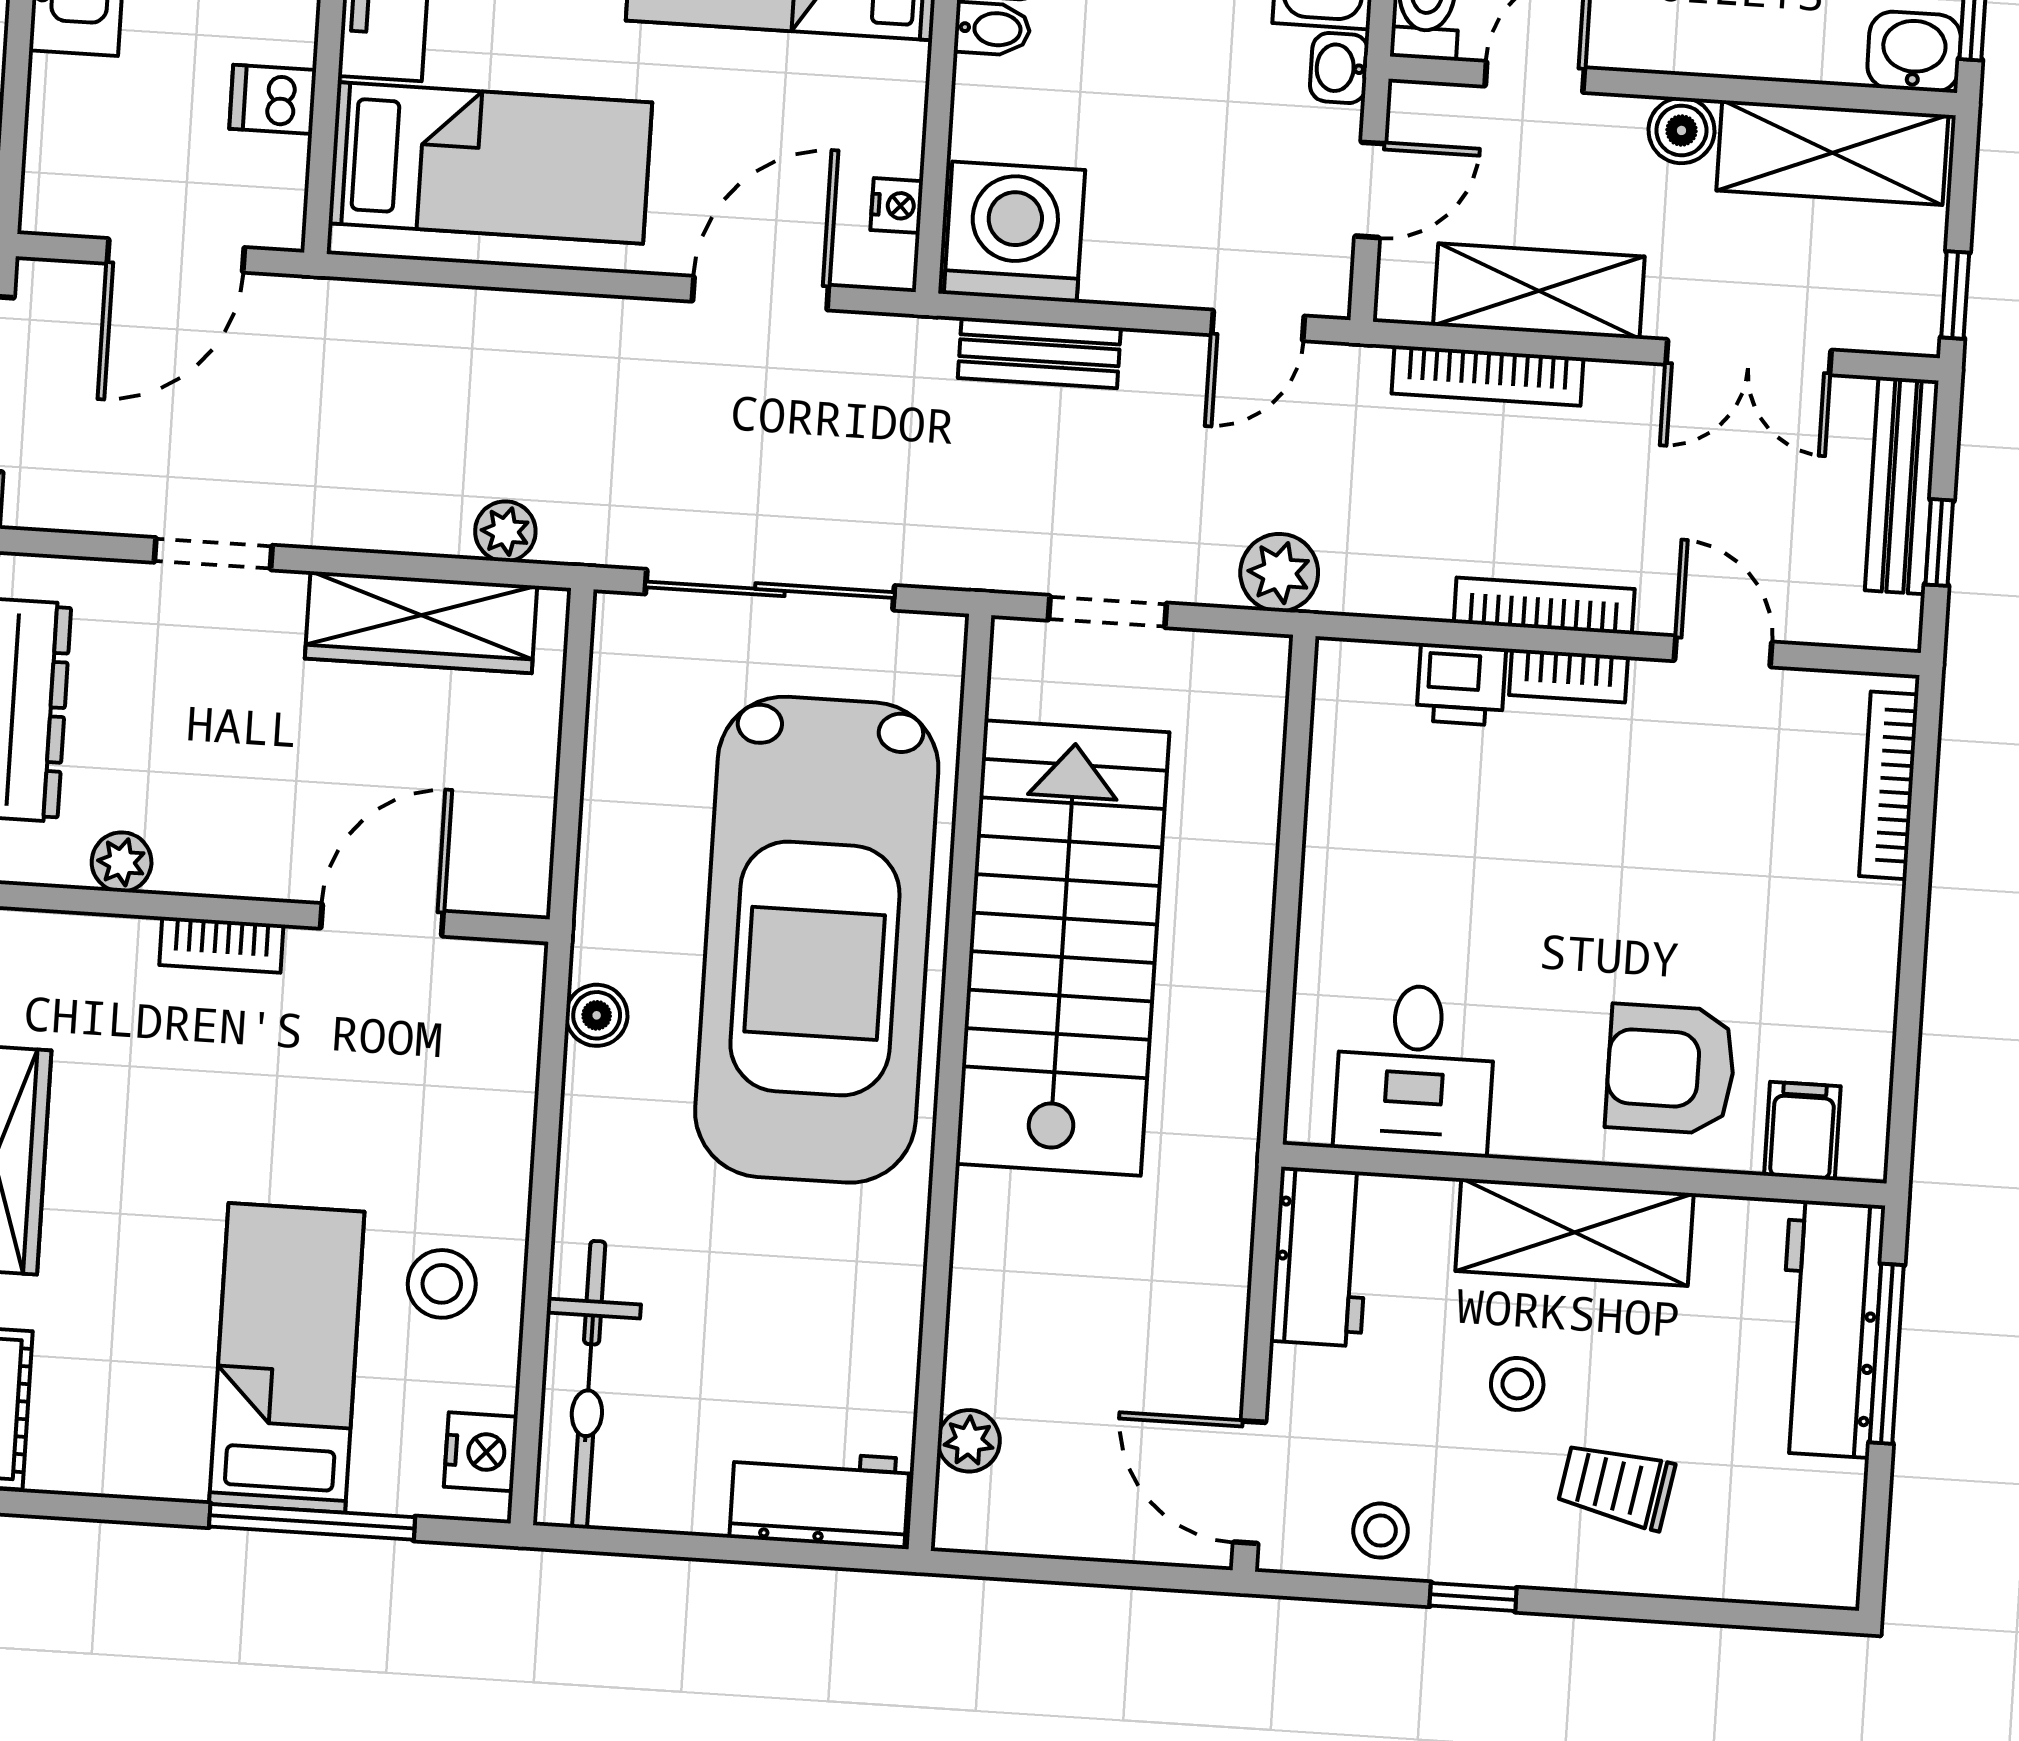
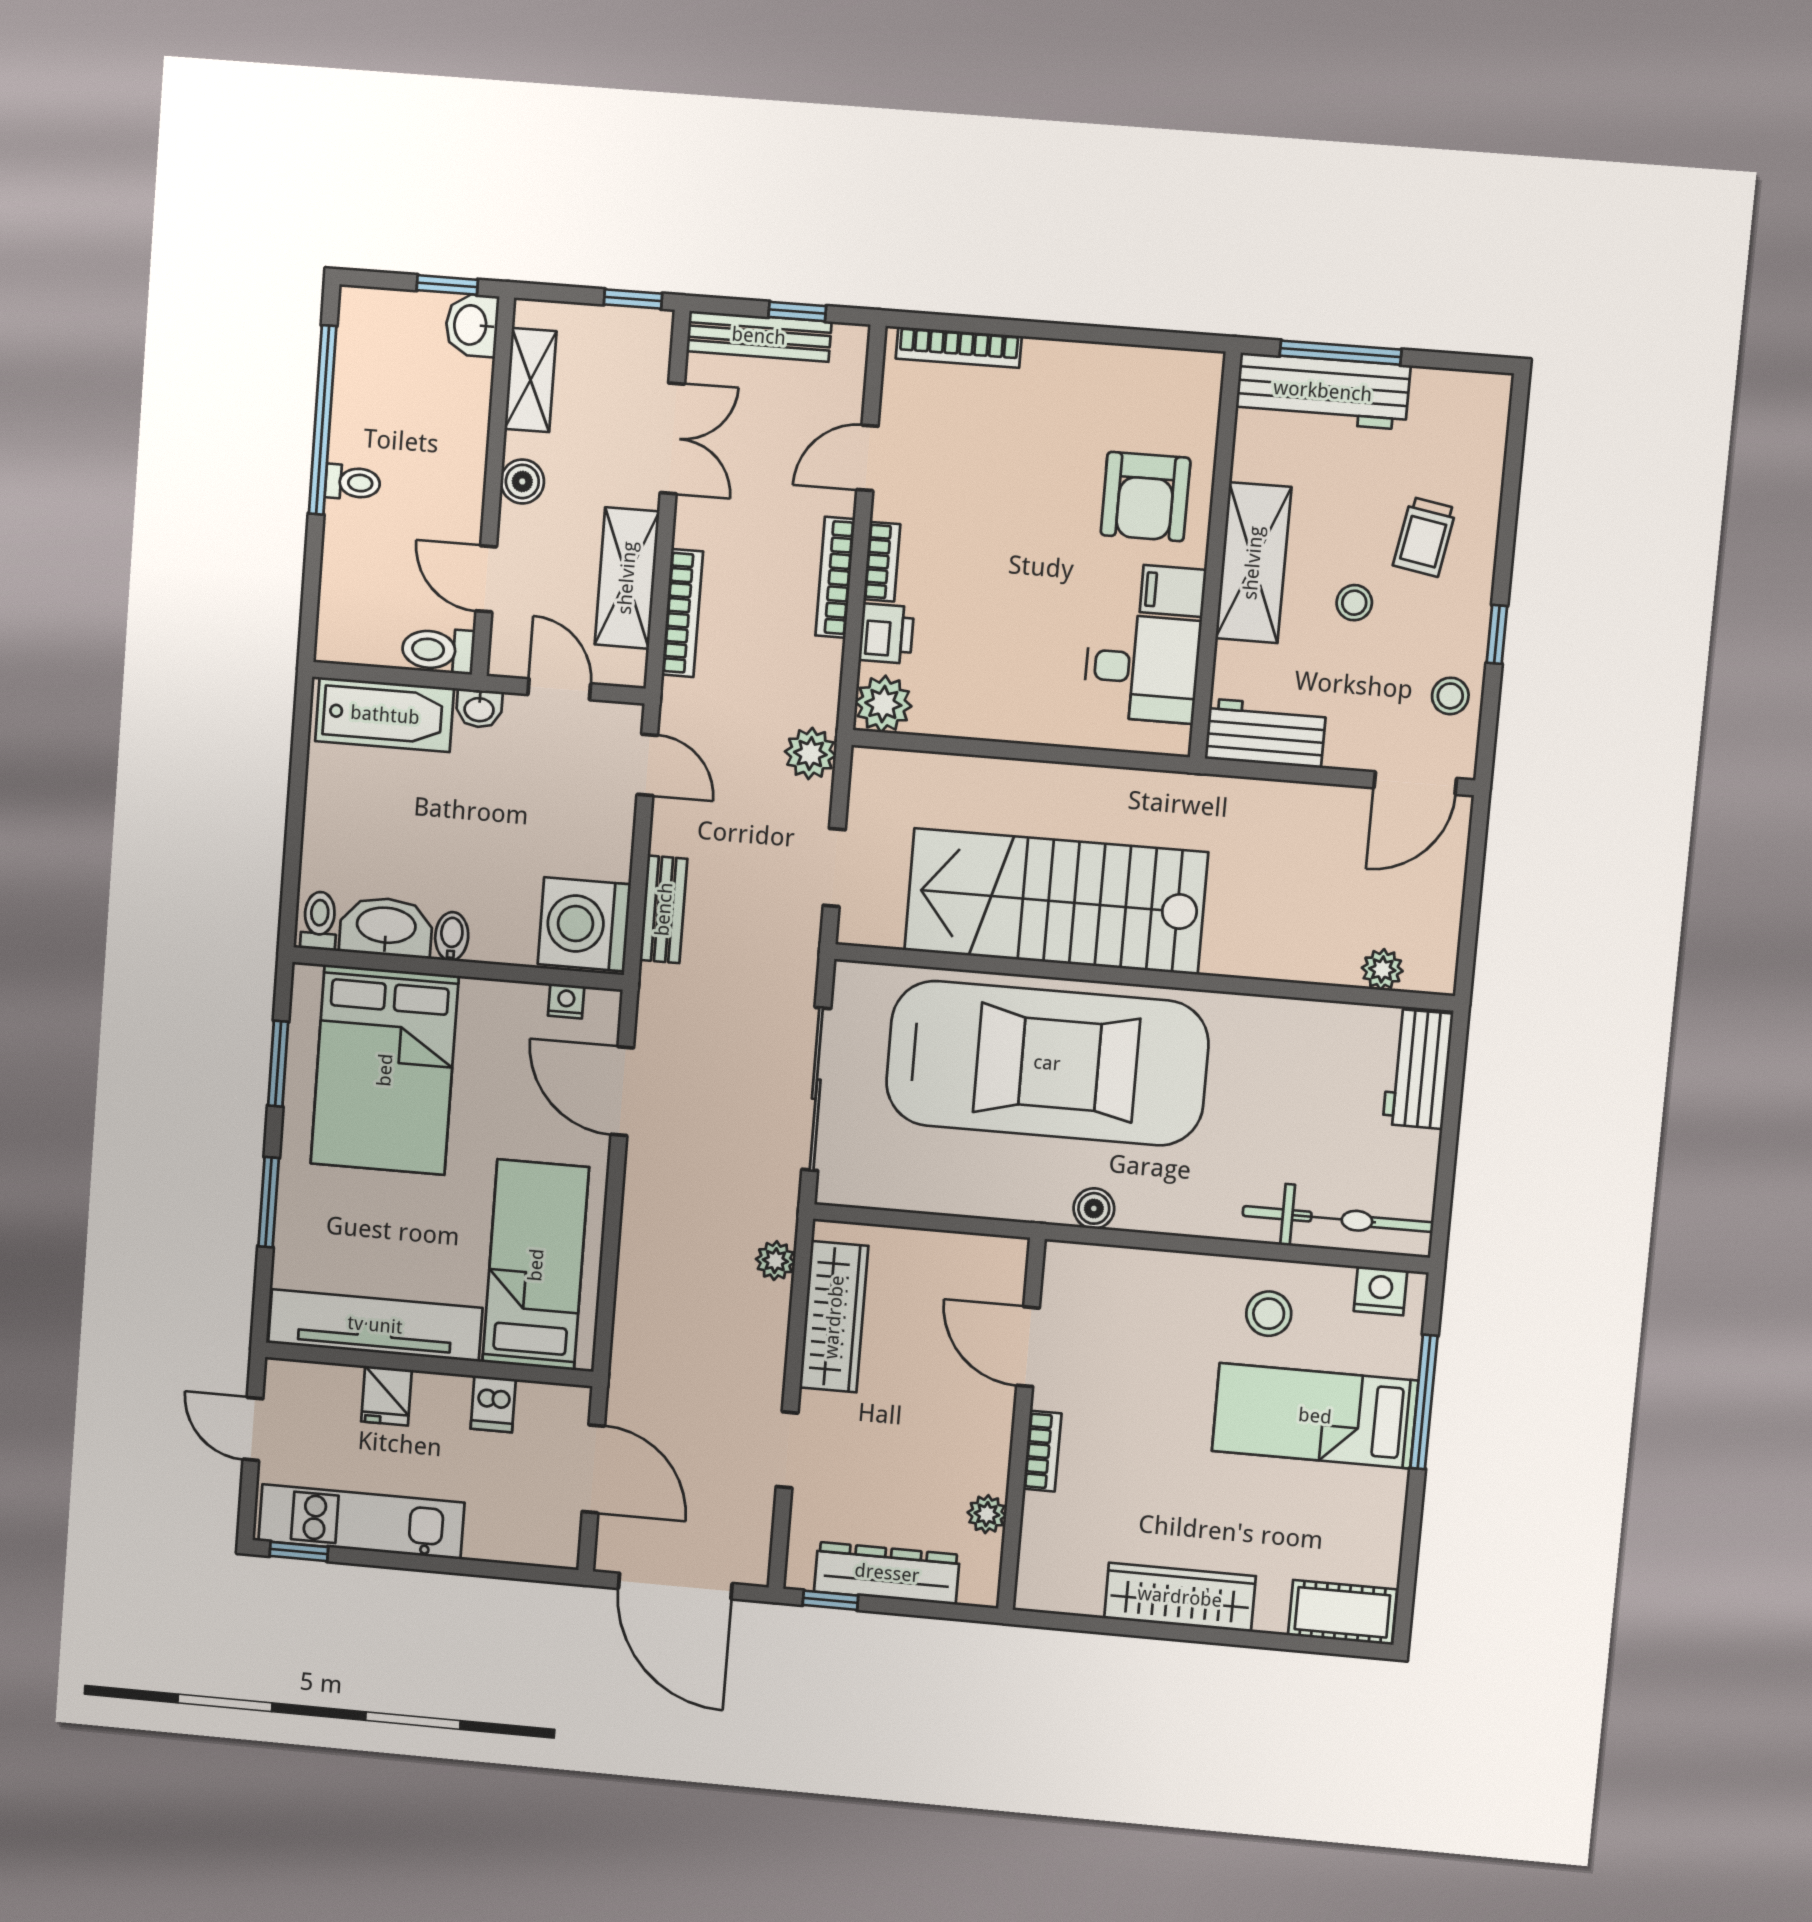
shelving: (1832, 153) -> (530, 380), width x0.67, depth x0.75
plant: (1355, 682) -> (883, 704), added
filing cabinet: (1802, 1131) -> (1173, 591), moved

